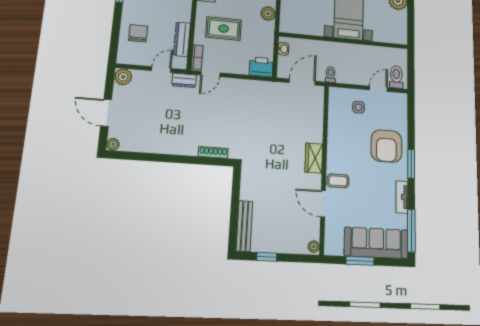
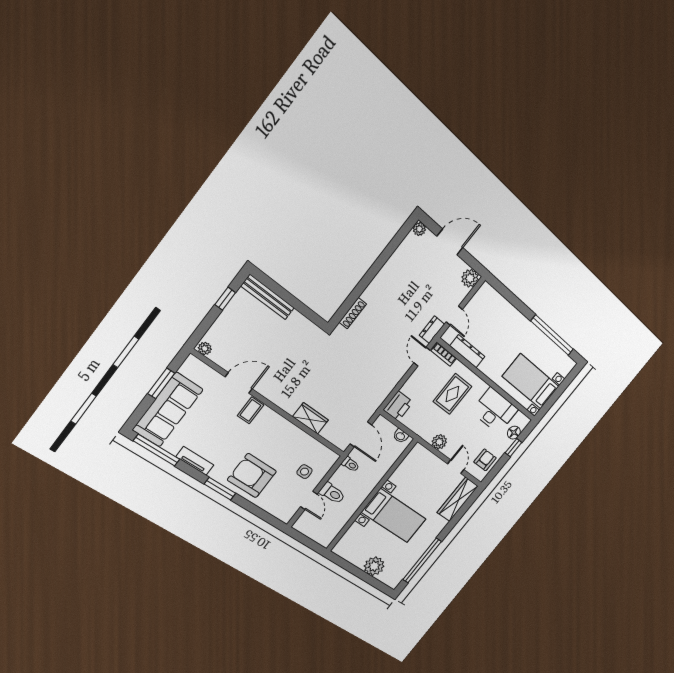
chair: (138, 33) -> (497, 316), removed
toilet: (396, 77) -> (332, 493), moved
wardrobe: (314, 158) -> (311, 418), moved

